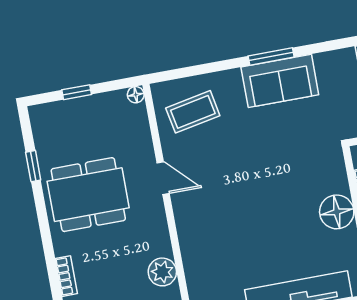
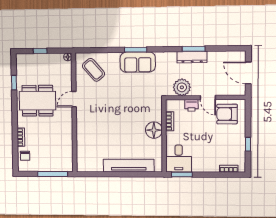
coffee table: (193, 112) -> (93, 70), turned 60
door: (163, 178) -> (74, 99), swing flipped
plant: (162, 272) -> (66, 144), removed

